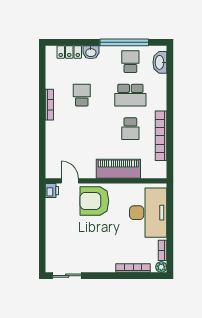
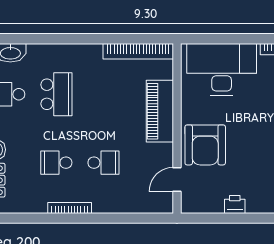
school desk: (130, 129) -> (103, 163), moved
bookcase: (161, 136) -> (138, 51), moved
printer: (52, 191) -> (235, 205), moved

